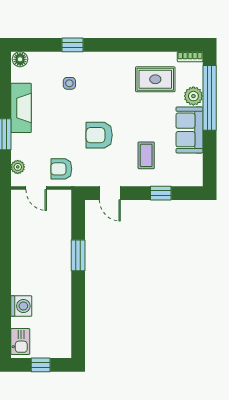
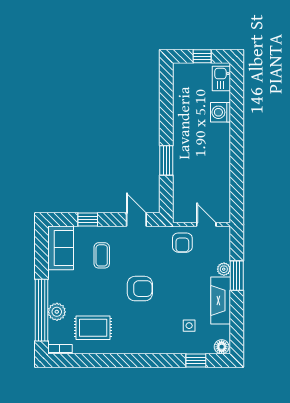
window: (73, 45) -> (196, 360), moved
side table: (69, 83) -> (189, 326), moved
sofa: (189, 130) -> (61, 248), moved
armchair: (99, 135) -> (140, 289), moved
plant: (18, 167) -> (224, 269), moved
armchair: (61, 169) -> (182, 243), turned 90

